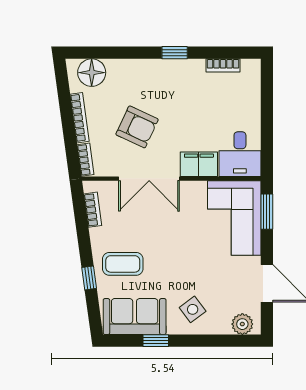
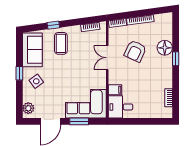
window: (175, 53) -> (176, 59), moved
floor lamp: (92, 73) -> (165, 48), moved
filing cabinet: (199, 164) -> (115, 90), width x0.50
double door: (149, 179) -> (107, 58), width x0.73
window: (267, 212) -> (79, 121), moved
window: (156, 341) -> (19, 73), moved

